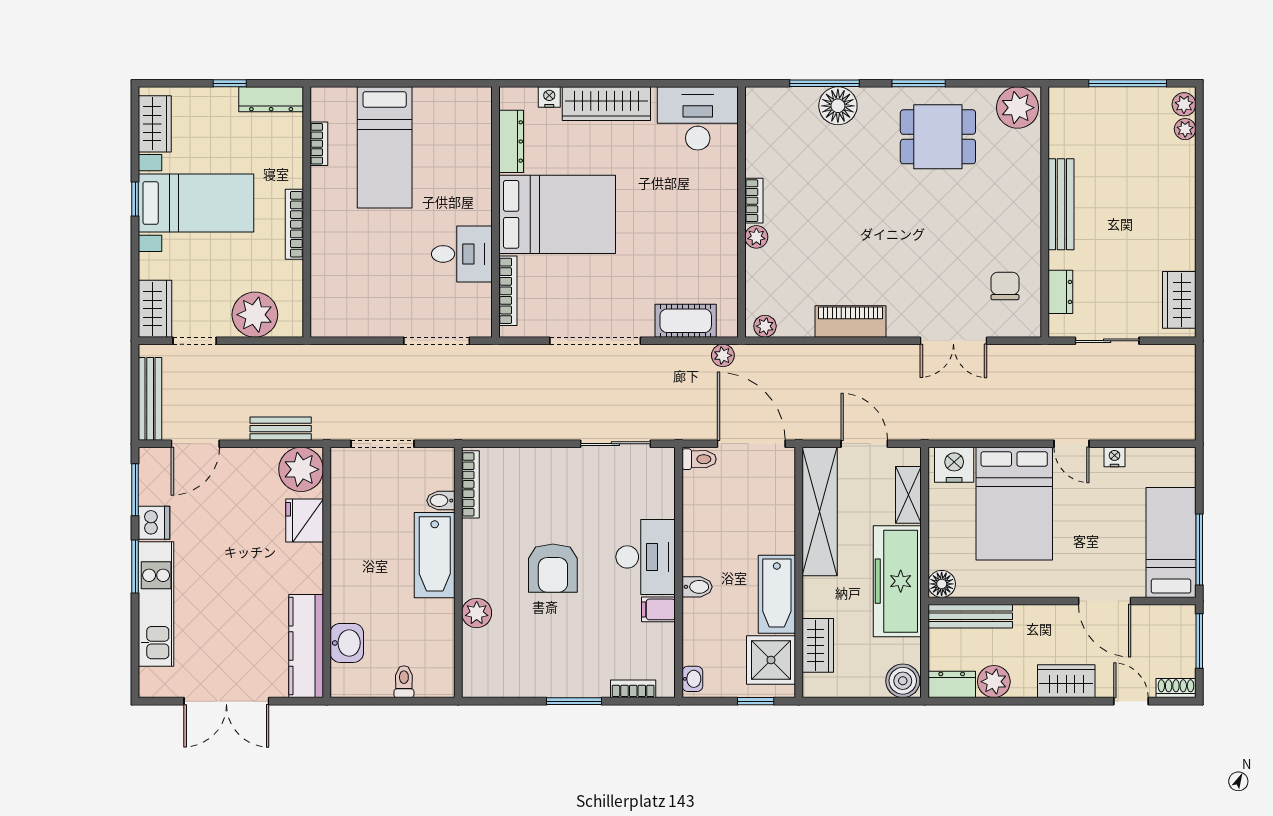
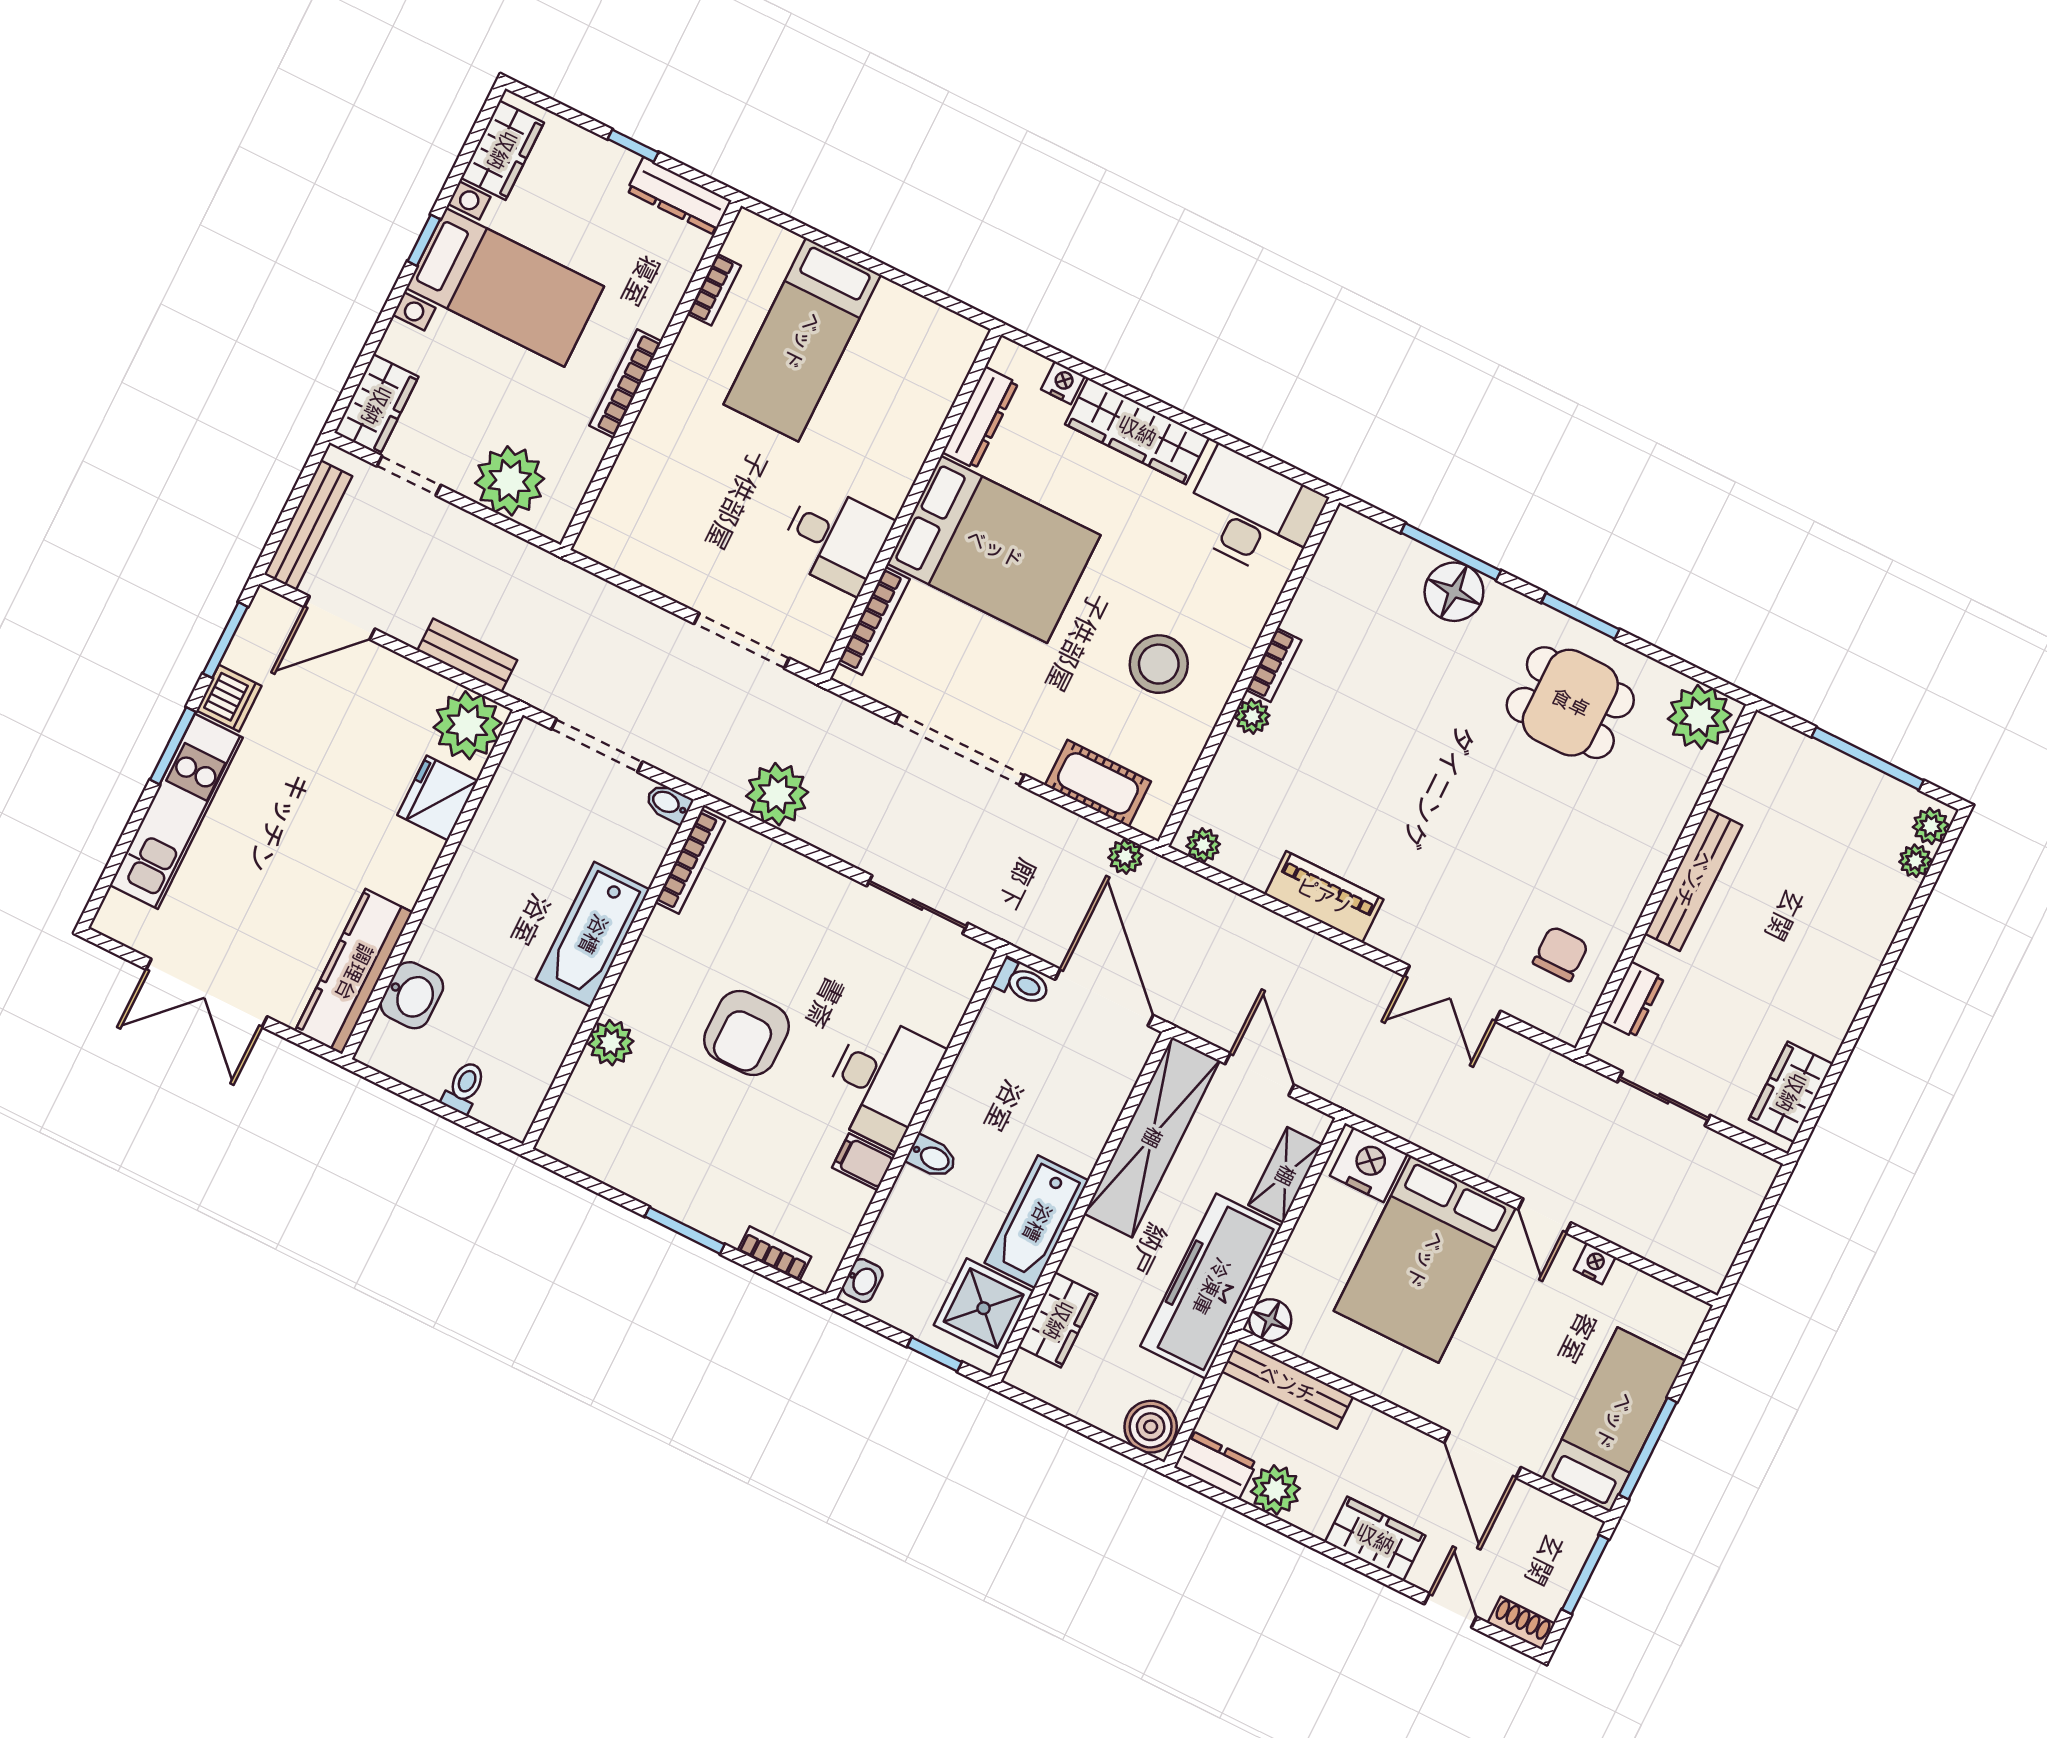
stool: (687, 233) -> (1159, 664), added
plant: (502, 420) -> (777, 794), added
bidet: (441, 501) -> (669, 803), moved

